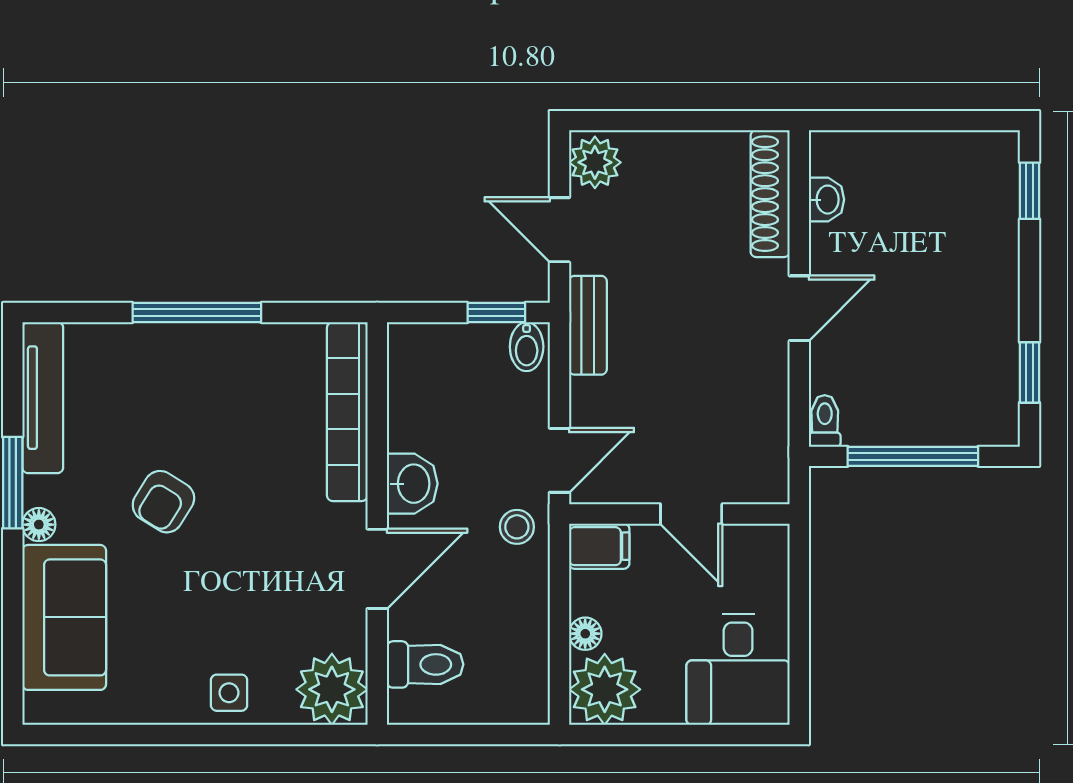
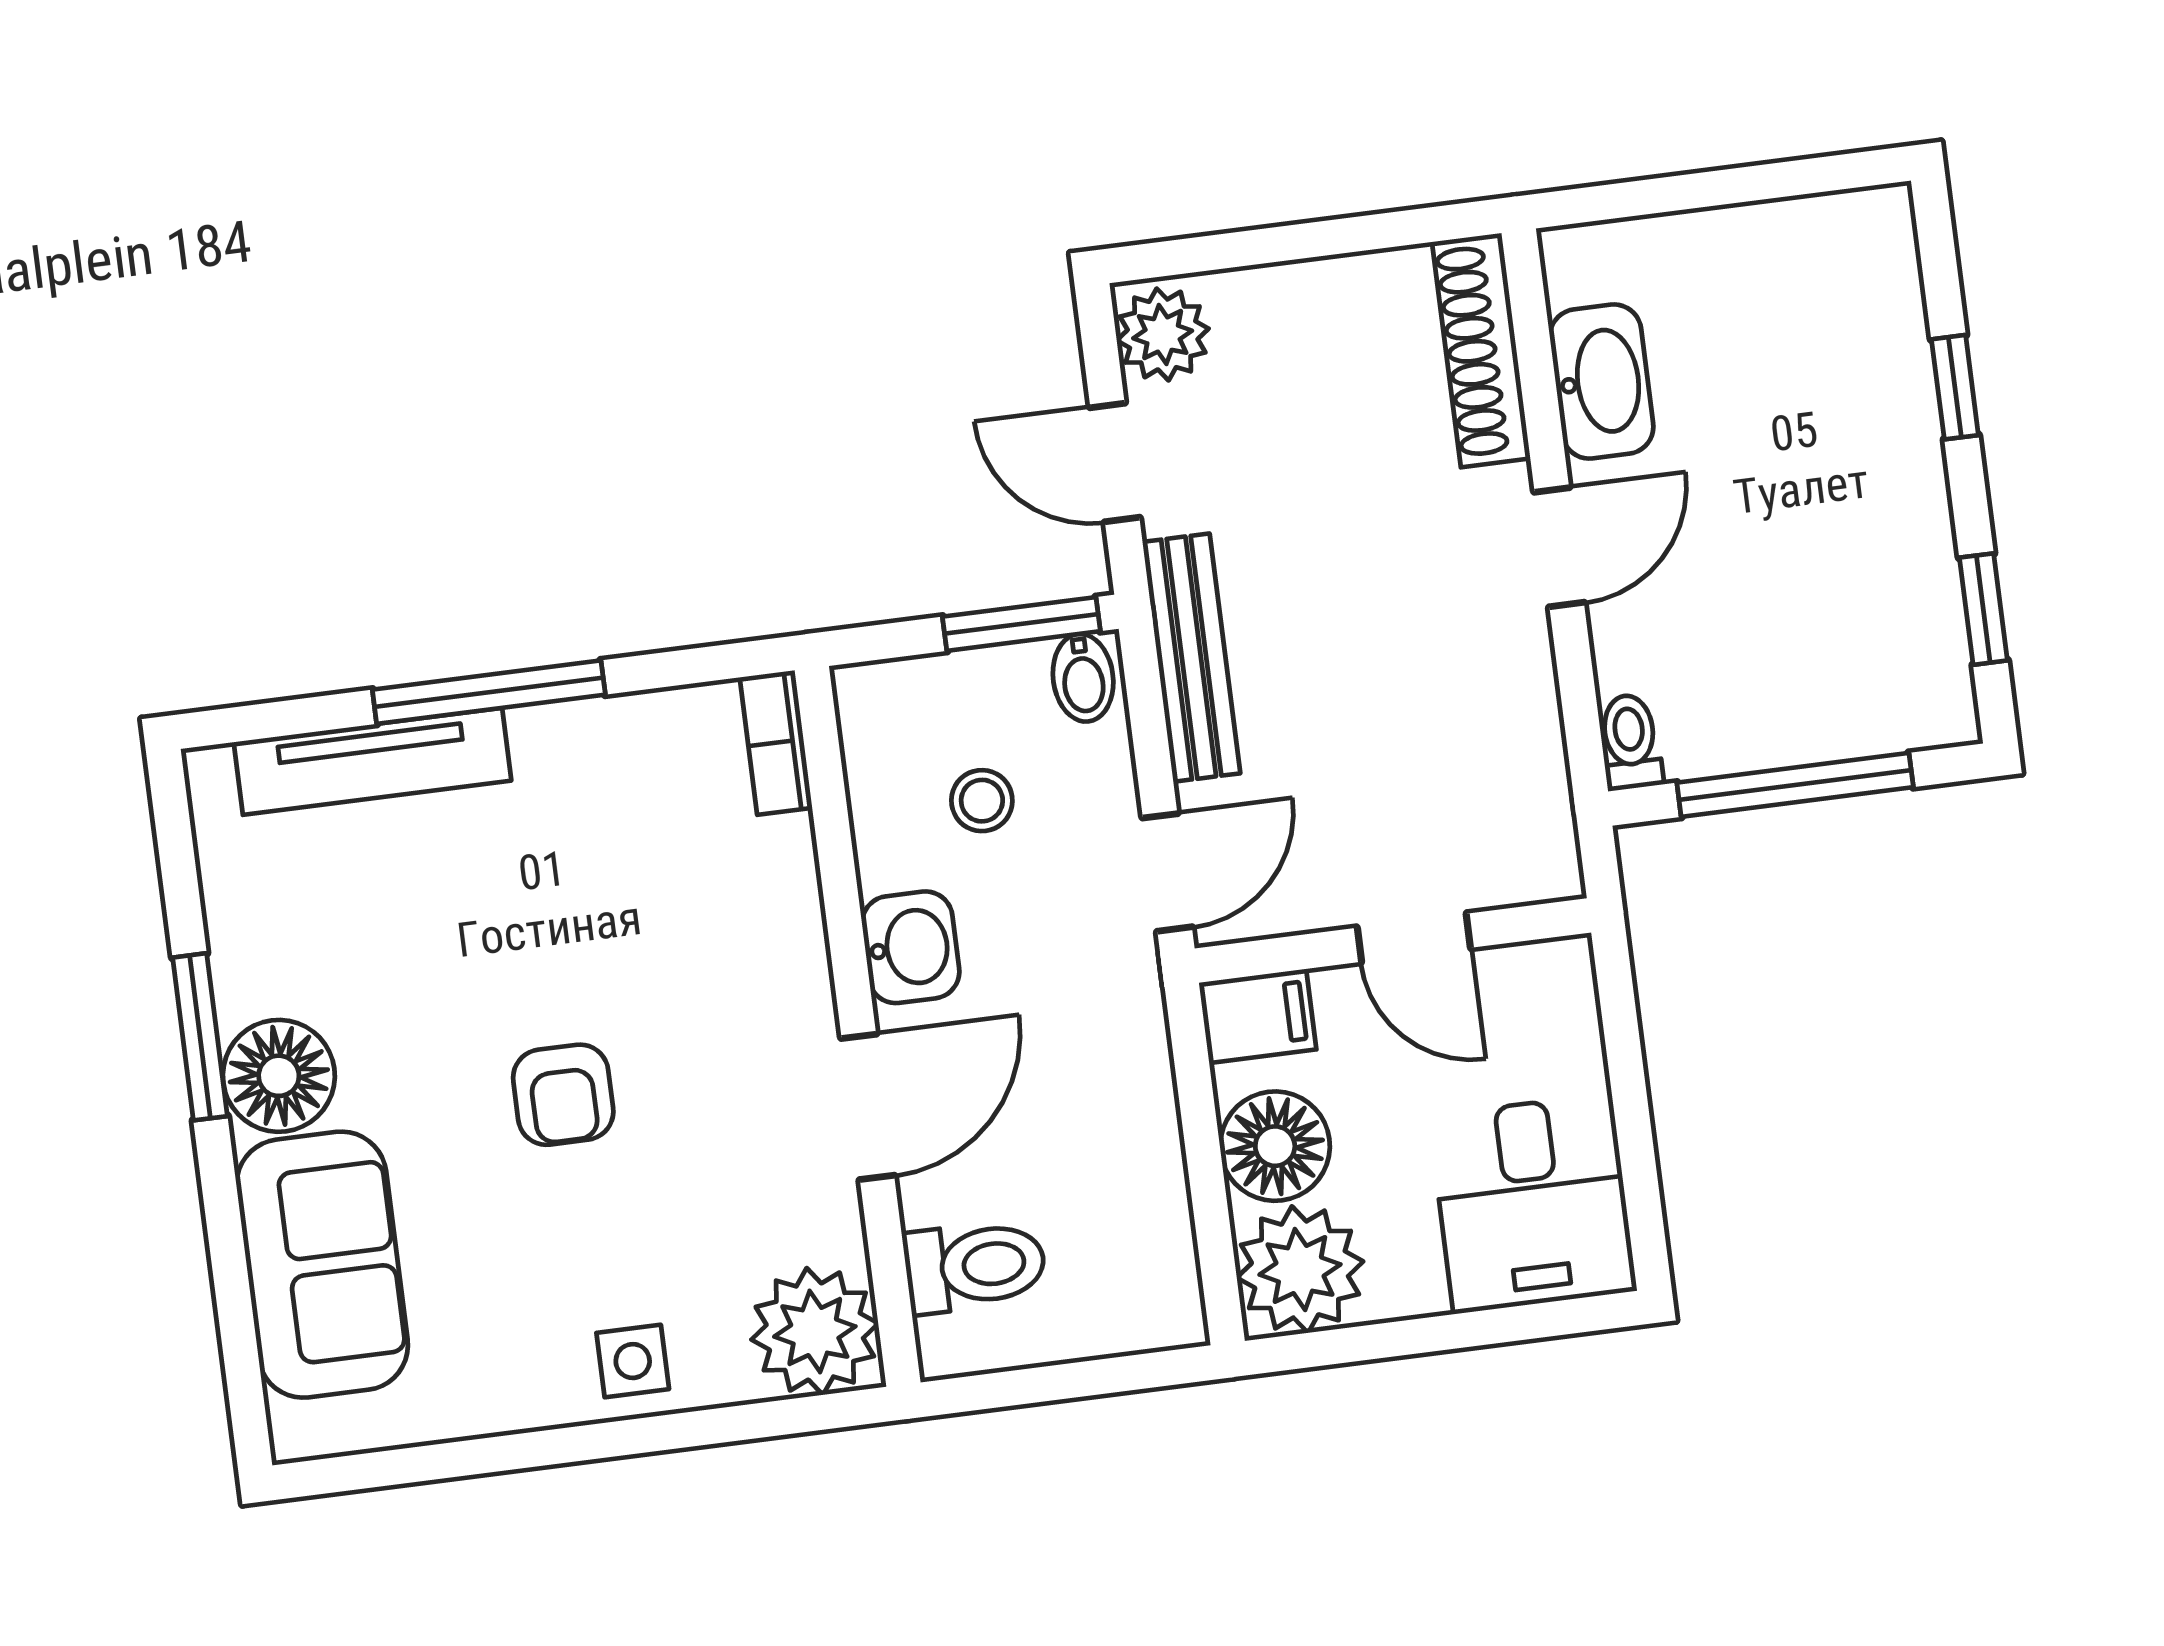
window: (1029, 191) -> (1955, 387), moved
washbasin: (827, 200) -> (1602, 382), width x1.91, depth x1.45
window: (496, 313) -> (1021, 624), width x1.50
bench: (588, 325) -> (1191, 658), width x1.36
tv unit: (43, 398) -> (372, 761), moved, turned 90
bookcase: (347, 412) -> (776, 743), width x0.43, depth x0.76
armchair: (163, 502) -> (563, 1095), moved, turned -32
floor lamp: (39, 525) -> (279, 1076), width x1.89, depth x1.89
stool: (517, 527) -> (982, 801), moved
floor lamp: (585, 634) -> (1275, 1146), width x1.89, depth x1.89

